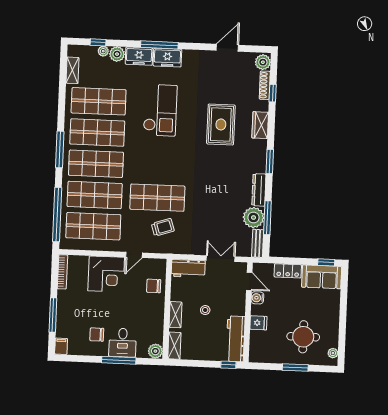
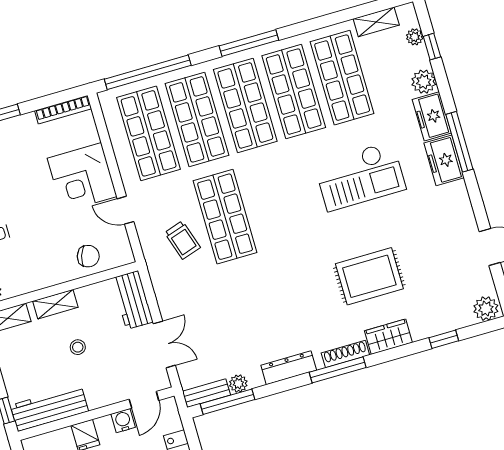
plant: (103, 51) -> (415, 37), moved
shoe rack: (265, 85) -> (345, 354), moved
window: (270, 162) -> (338, 370), width x1.44
plant: (254, 218) -> (238, 384), width x0.53, depth x0.53
window: (267, 218) -> (227, 402), moved
chair: (154, 286) -> (88, 256), turned 108

